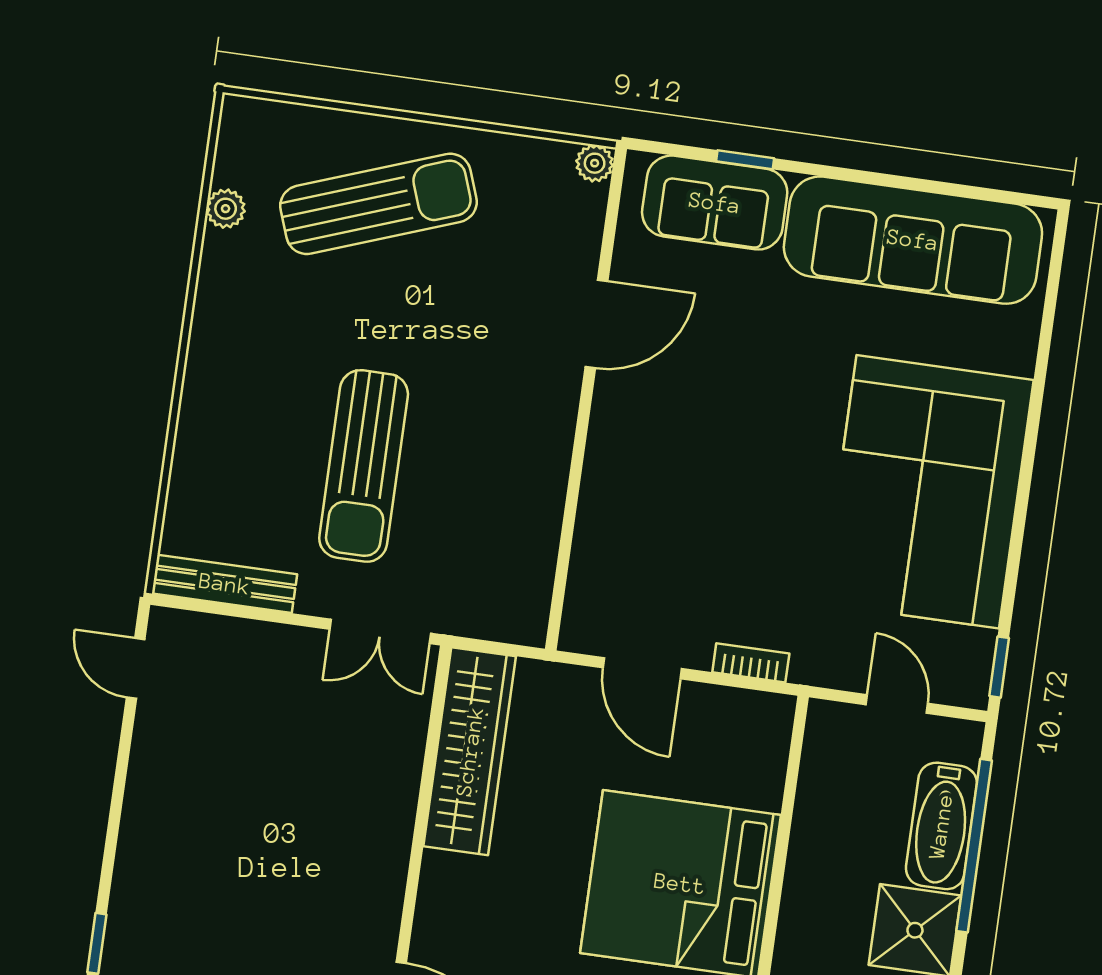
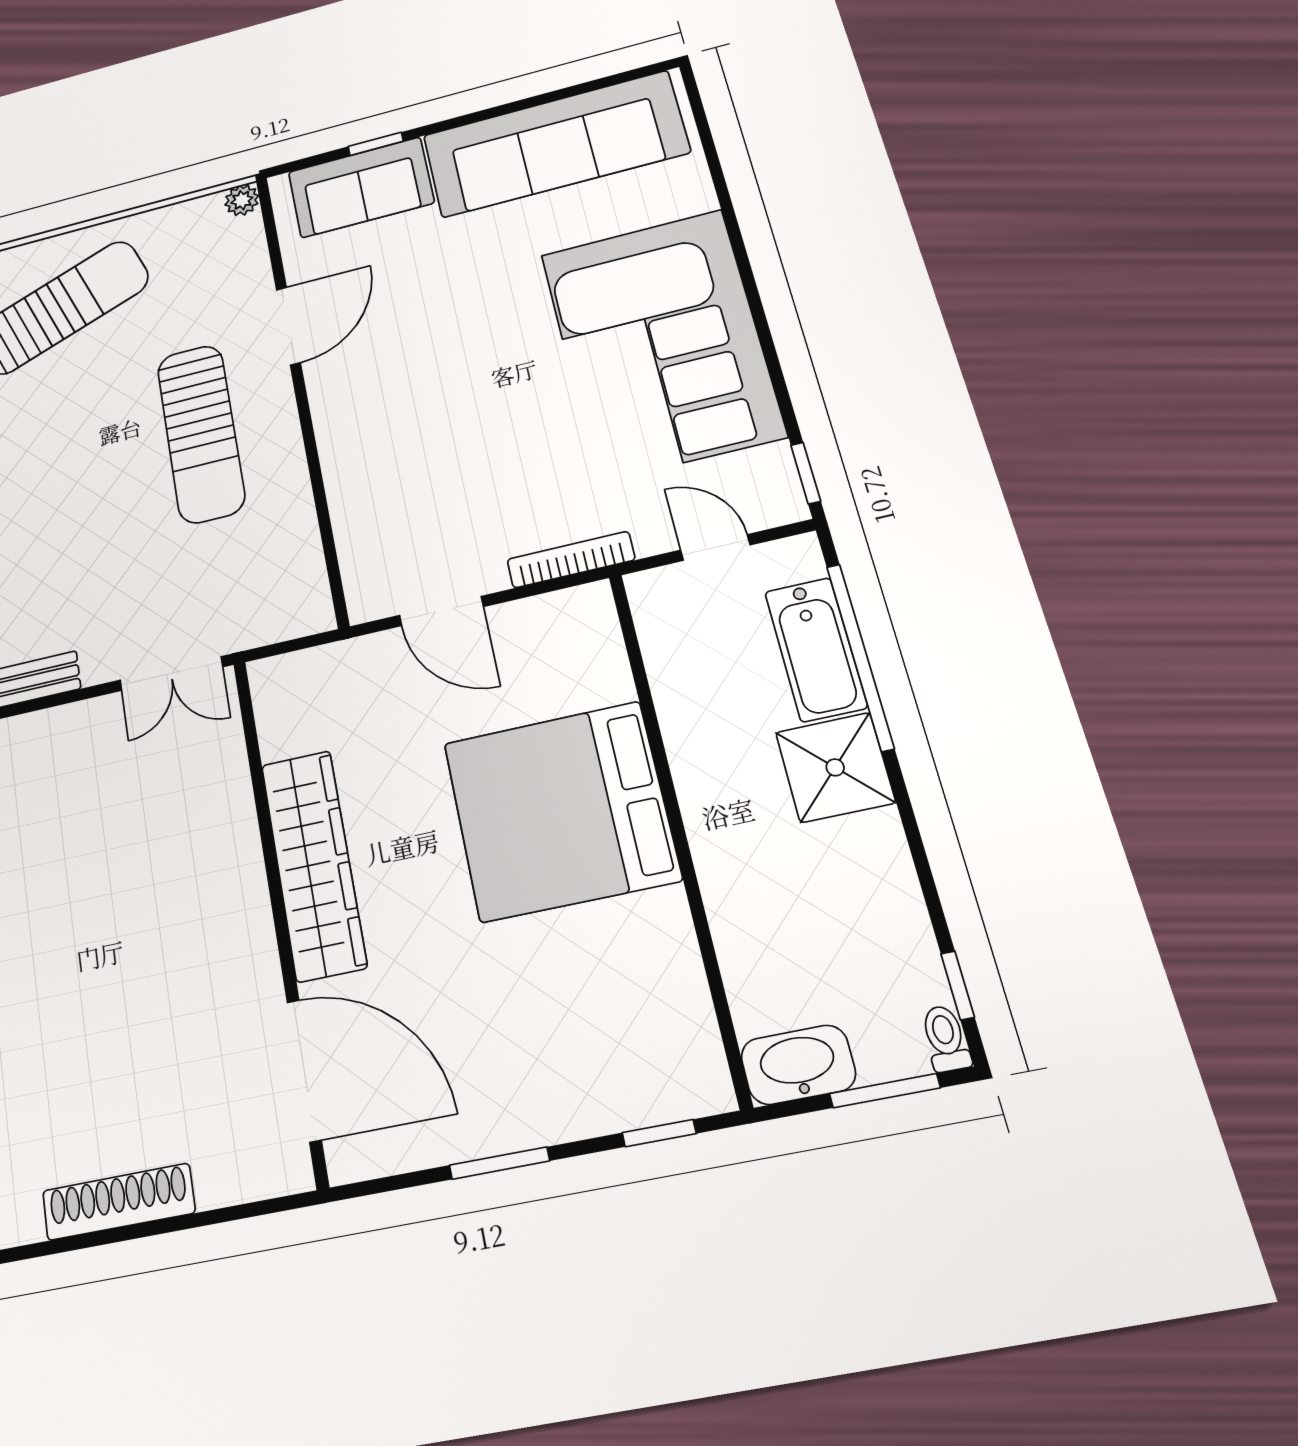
sun lounger: (364, 466) -> (201, 433), moved
bookcase: (751, 663) -> (571, 560), width x1.56
wardrobe: (470, 751) -> (313, 865), moved

